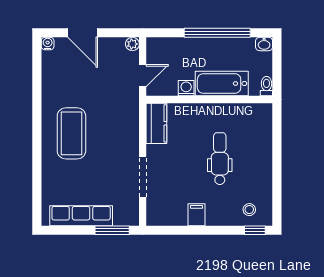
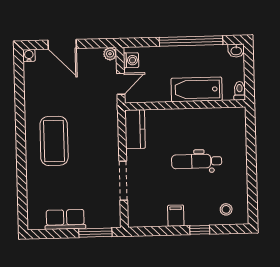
washing machine: (186, 88) -> (131, 60), moved, turned 90
dental chair: (220, 159) -> (197, 161), turned -90
row of seats: (81, 216) -> (65, 219), width x0.68
window: (255, 230) -> (200, 230), moved

